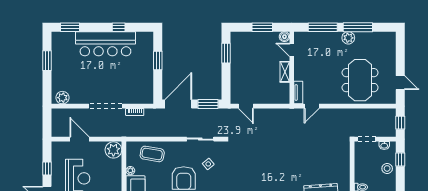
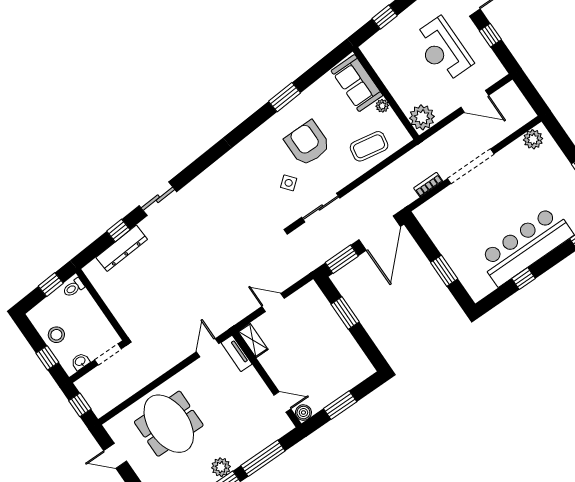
window: (226, 53) -> (345, 313), moved
shelving: (285, 72) -> (253, 340), moved
door: (246, 106) -> (273, 302), moved

